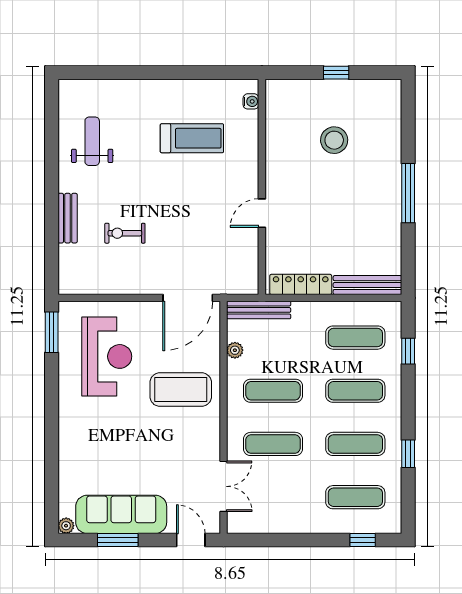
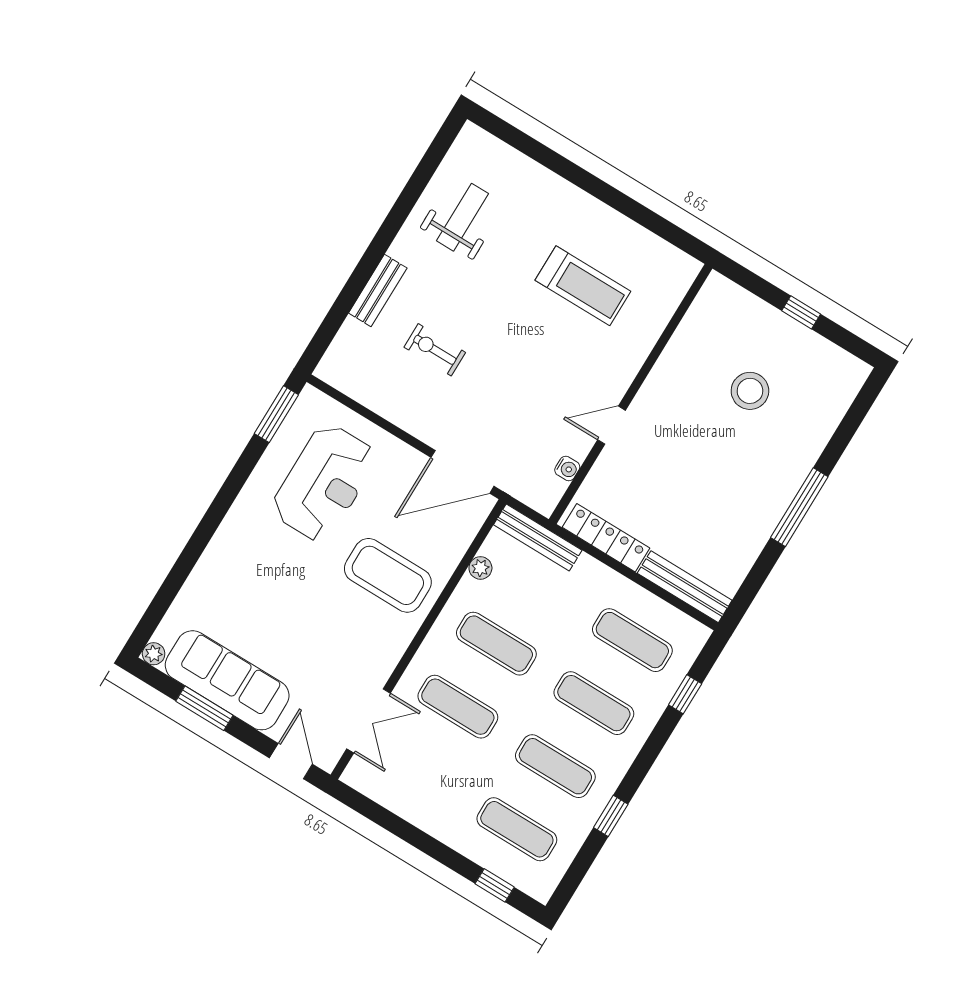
water cooler: (251, 101) -> (567, 469), moved

